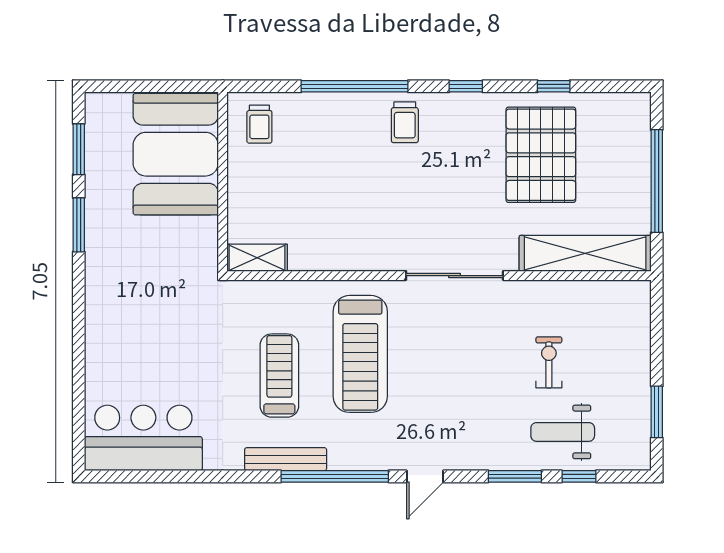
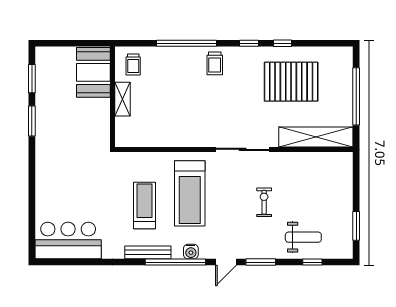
window: (554, 86) -> (283, 43), moved
booth: (176, 154) -> (93, 72), width x0.73, depth x0.70
pallet: (541, 155) -> (291, 82), turned 90
shelving: (257, 258) -> (123, 99), moved, turned 90
exercise bike: (549, 362) -> (264, 202), moved
weight bench: (563, 432) -> (303, 237), turned 180
water cooler: (362, 458) -> (191, 251), added
window: (515, 476) -> (261, 262), moved

